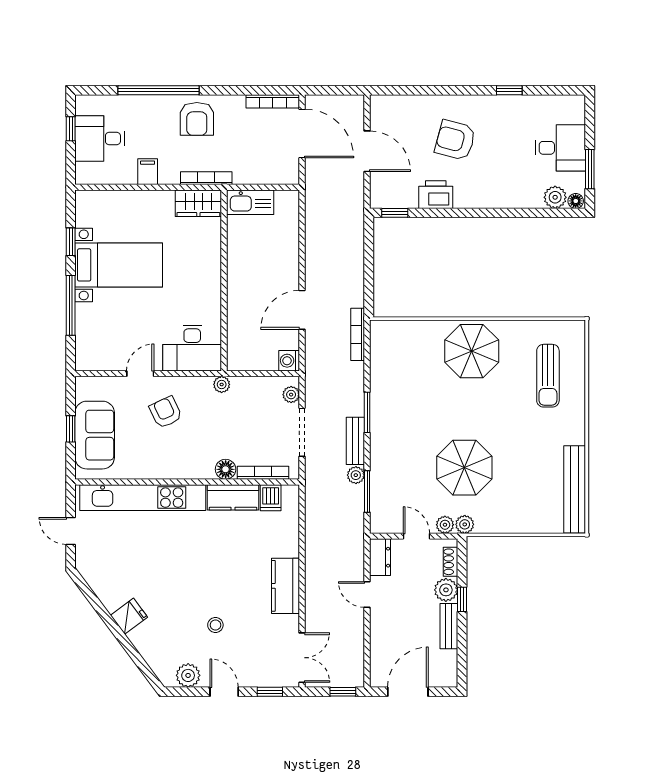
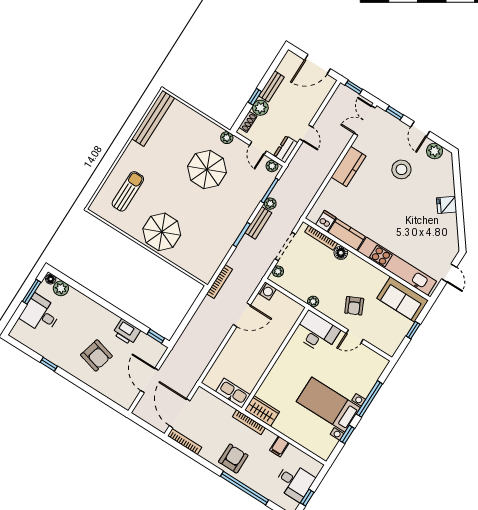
sofa: (95, 435) -> (403, 299), moved, turned -90
plant: (445, 525) -> (272, 166), moved
stool: (215, 625) -> (401, 169), width x1.89, depth x1.89

